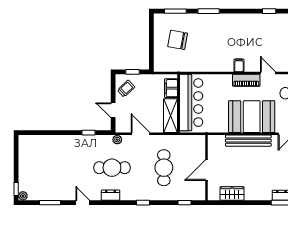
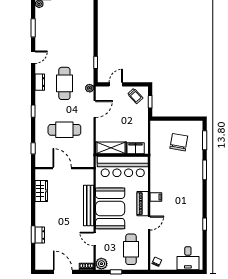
filing cabinet: (171, 88) -> (136, 148), moved
wall: (178, 103) -> (122, 155), moved
bar counter: (191, 103) -> (123, 166), moved
shelving: (170, 116) -> (111, 148), moved

